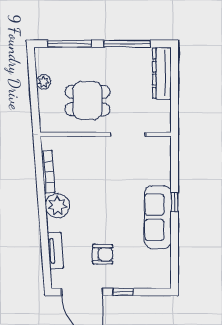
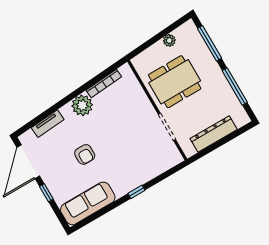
dresser: (162, 73) -> (214, 134), moved
dining table: (88, 101) -> (175, 82), width x1.38
sofa: (158, 217) -> (88, 203), moved
armchair: (103, 254) -> (85, 154), moved

